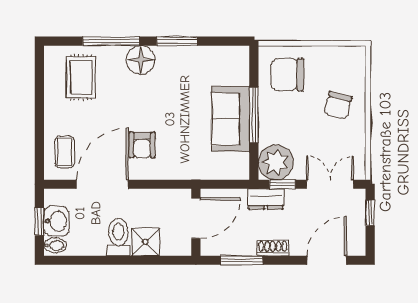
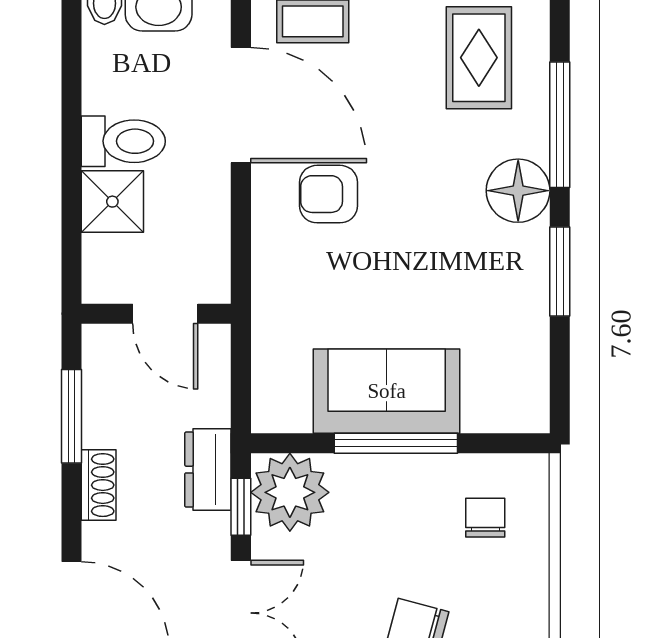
chair: (287, 75) -> (485, 518), width x0.54, depth x0.54
rug: (81, 77) -> (479, 58), turned 90
door: (196, 218) -> (165, 314), width x0.73

